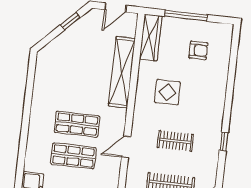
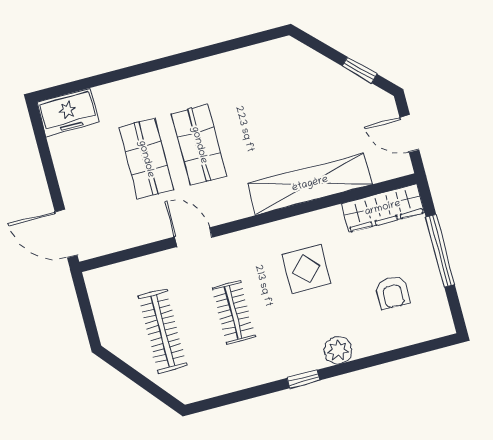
plant: (218, 92) -> (338, 350), added
window: (224, 142) -> (303, 379), moved

